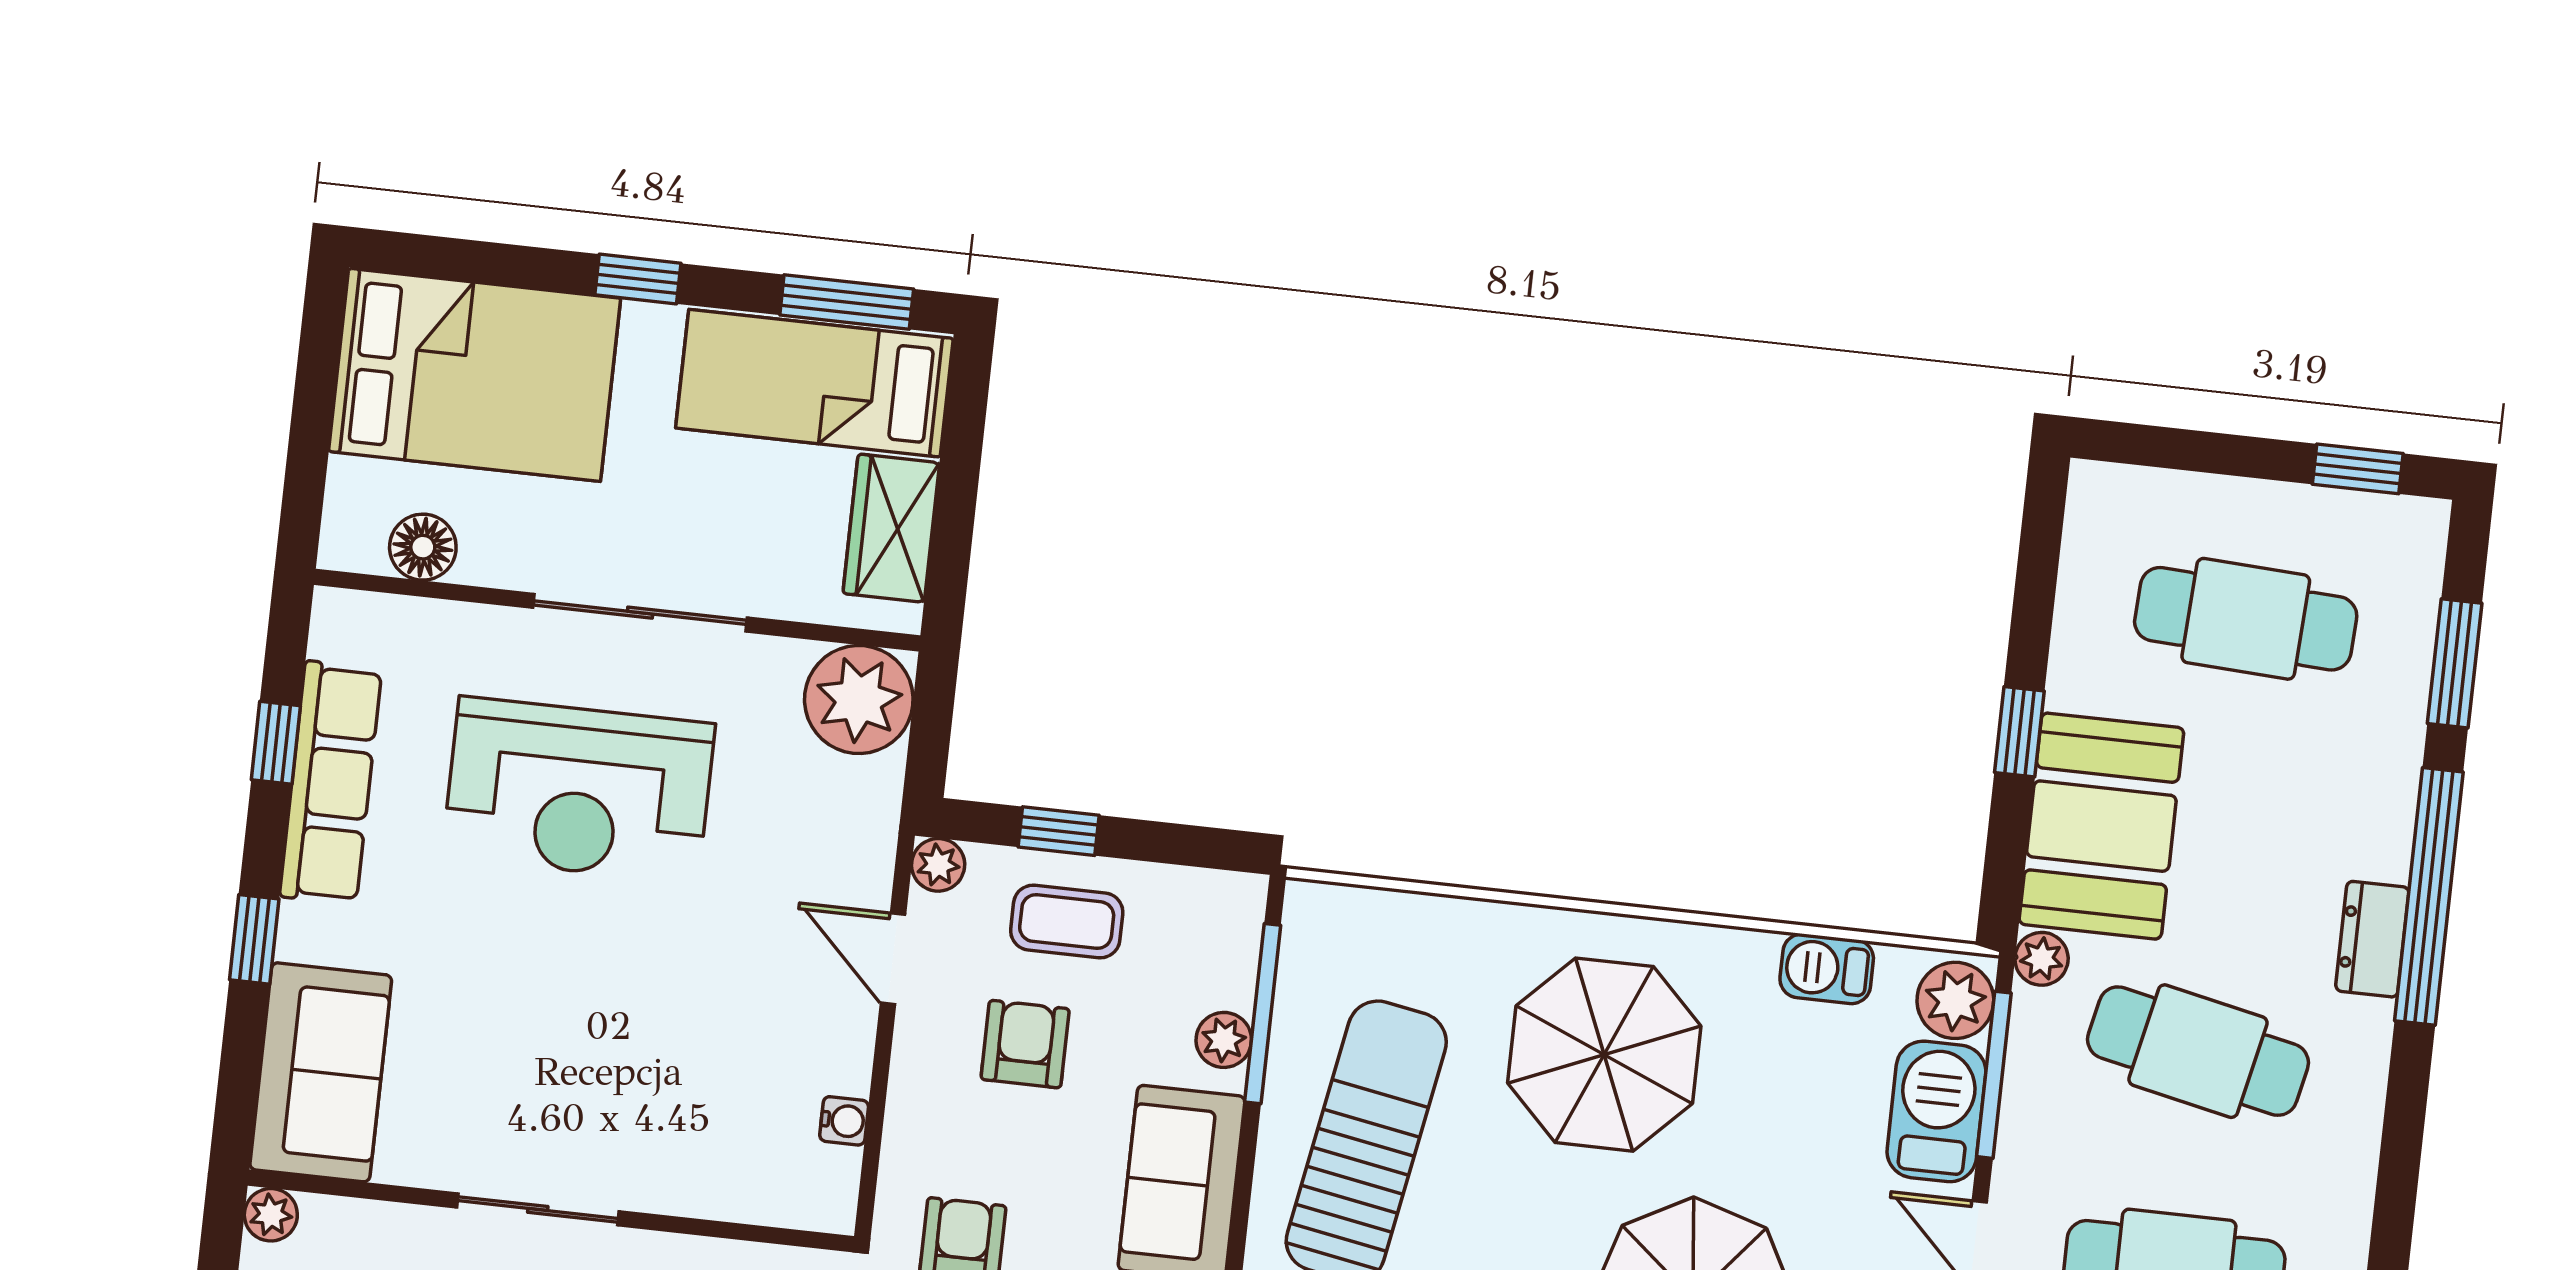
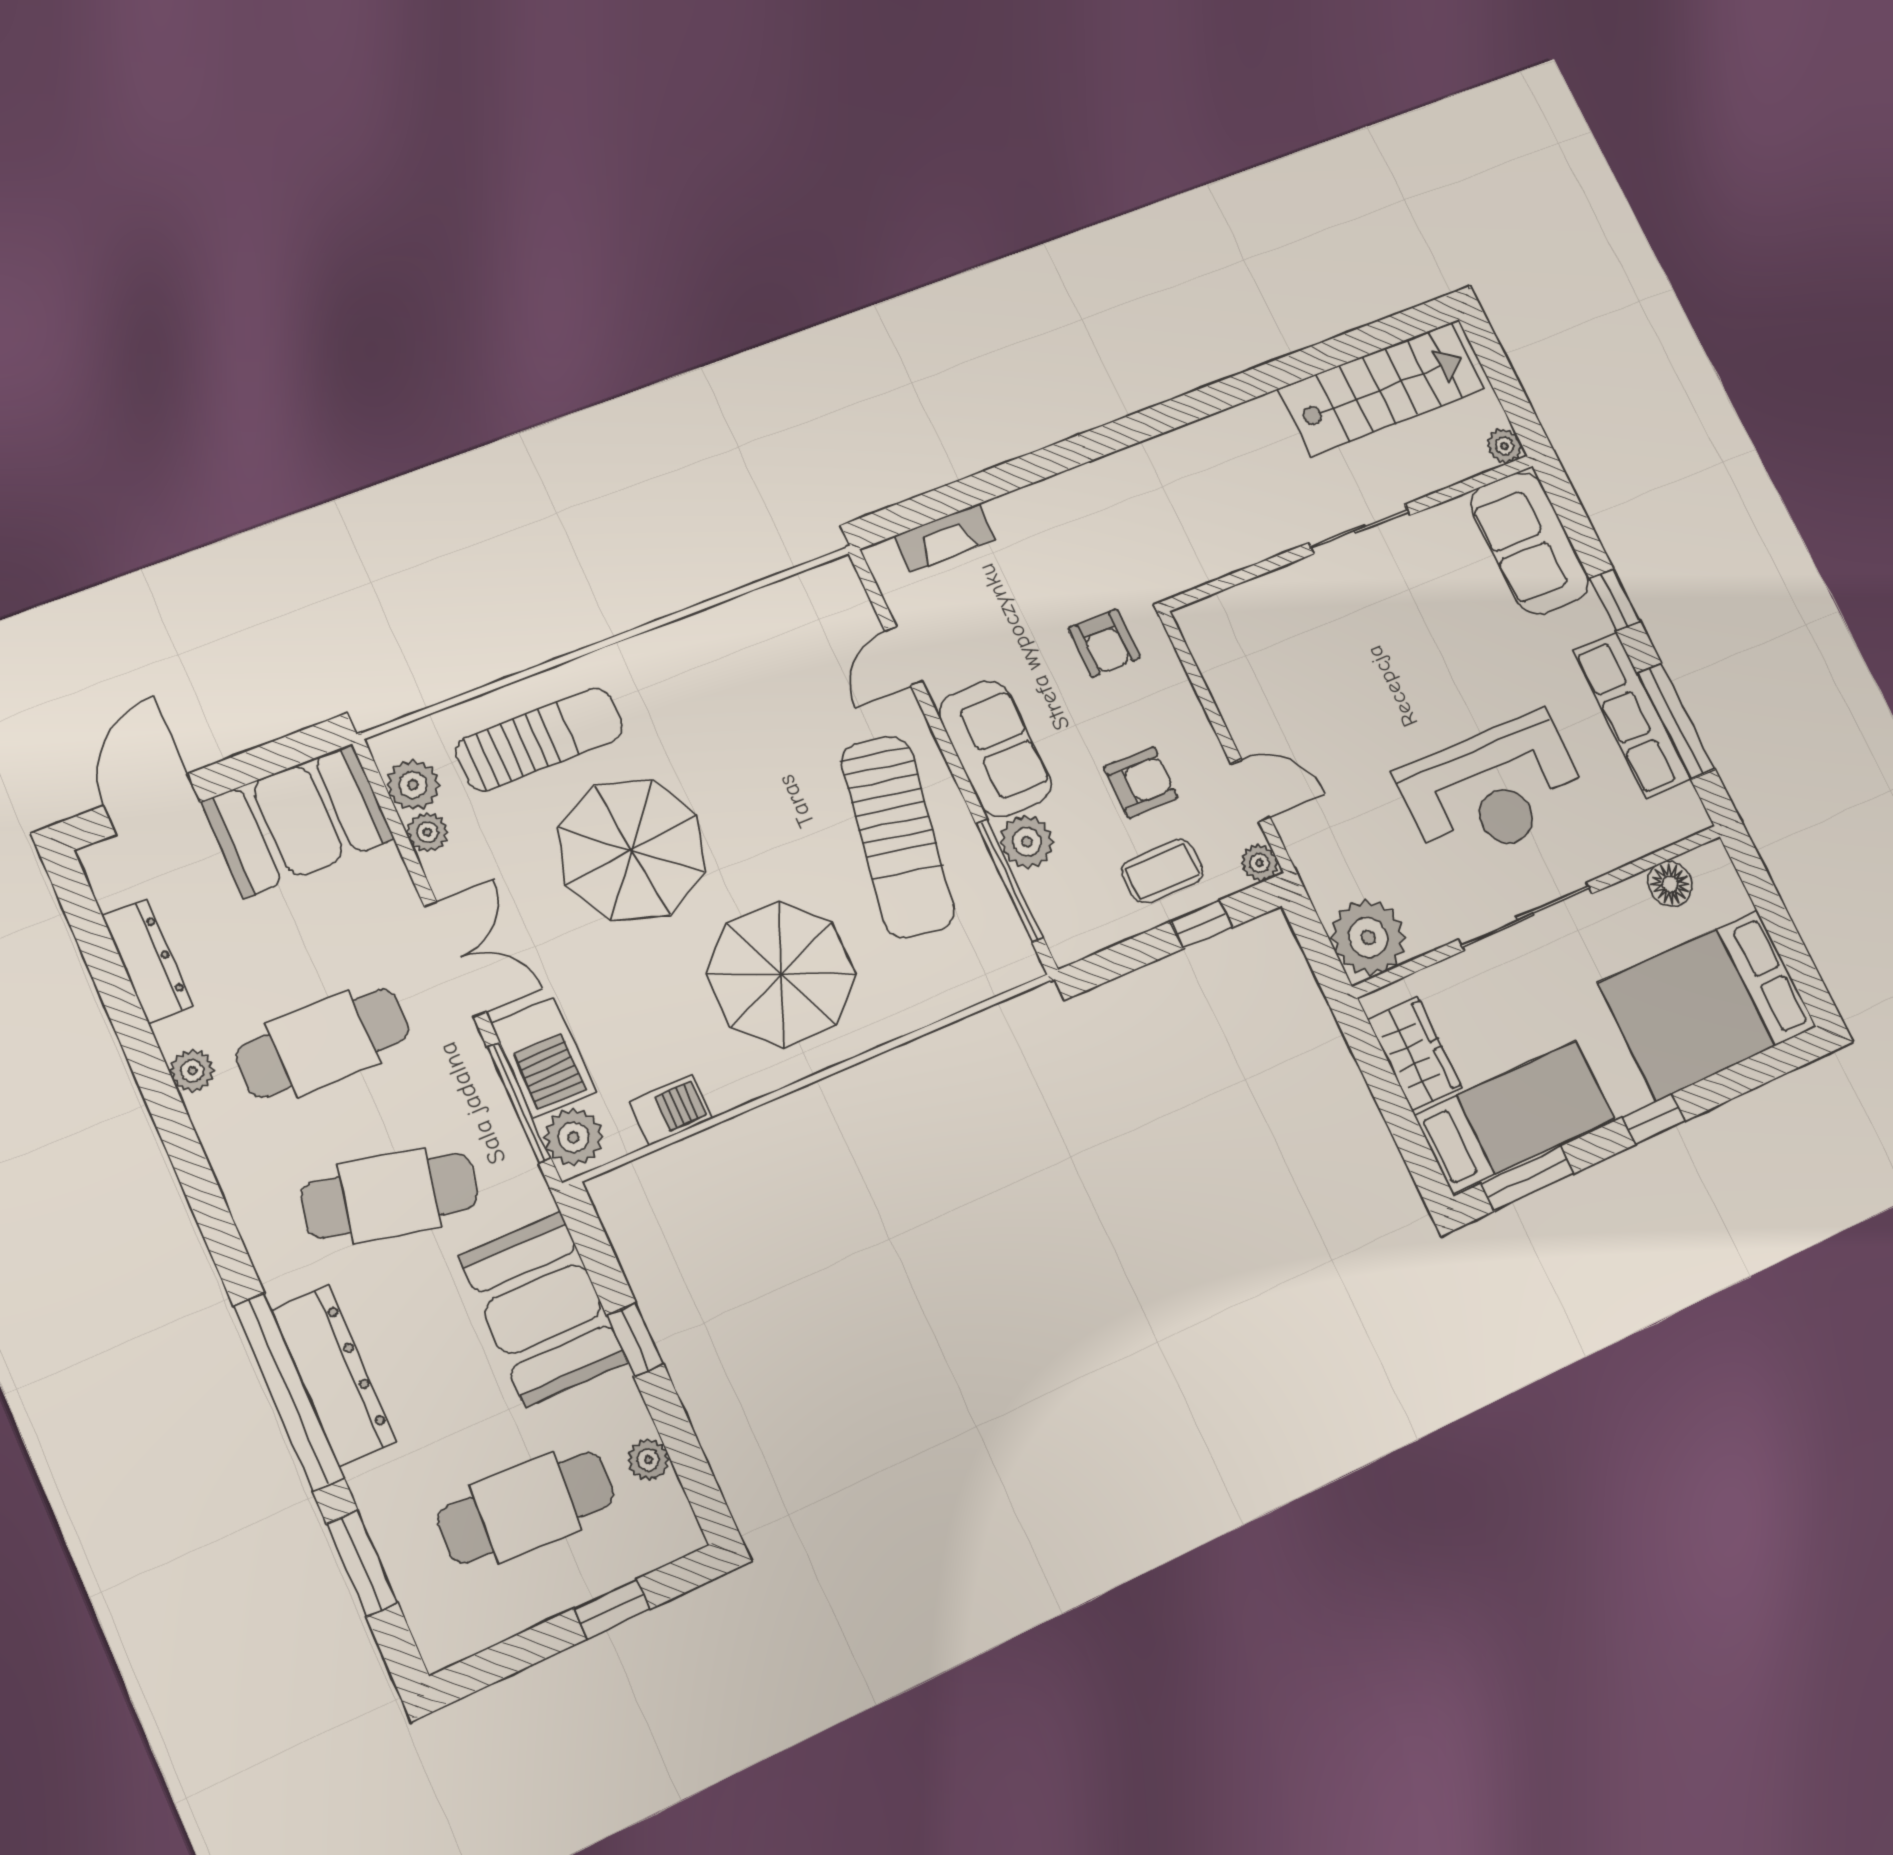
window: (2358, 469) -> (612, 1609), moved
window: (276, 743) -> (1676, 721), width x2.17
reception desk: (579, 790) -> (1493, 790), turned 180
dresser: (2372, 939) -> (334, 1376), width x1.96, depth x1.24
plant: (2042, 959) -> (648, 1460), moved
plant: (1224, 1040) -> (1027, 842), width x1.38, depth x1.38
armchair: (1025, 1044) -> (1141, 782), turned -90
water cooler: (844, 1121) -> (1218, 677), removed

